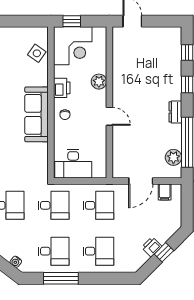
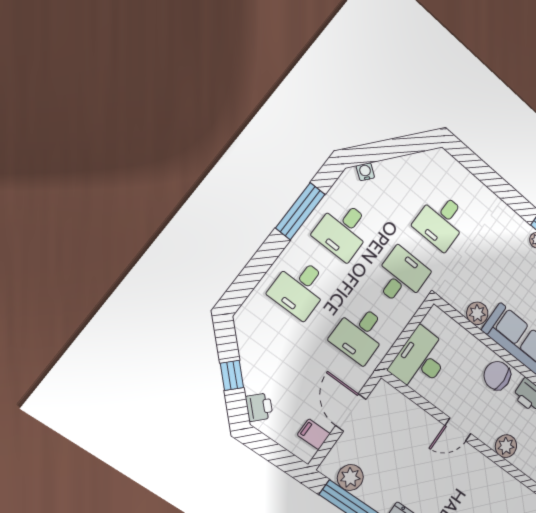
chair: (65, 115) -> (497, 375), width x1.87, depth x1.87
plant: (41, 150) -> (477, 313), added
desk: (73, 164) -> (420, 360), moved
desk: (53, 205) -> (401, 277), turned 180
printer: (152, 247) -> (259, 407), moved

